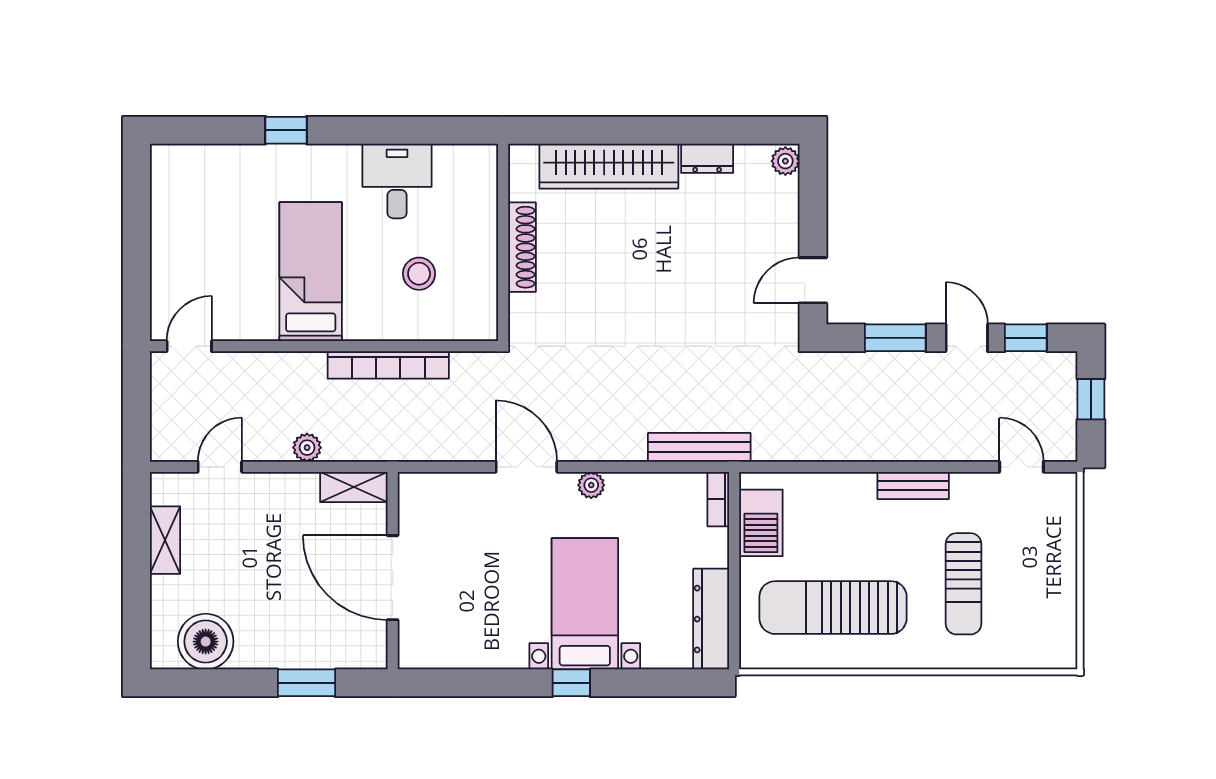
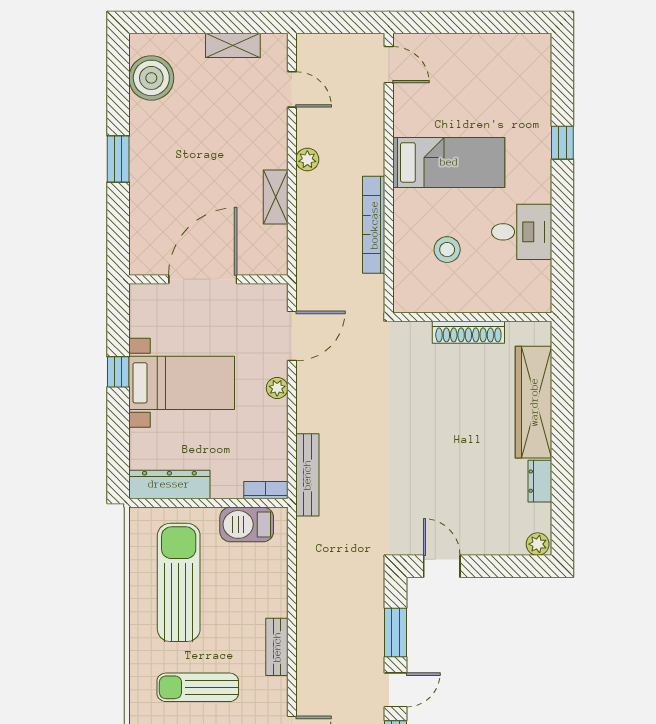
wall: (393, 571) -> (208, 279), moved
door: (393, 578) -> (203, 279), moved

